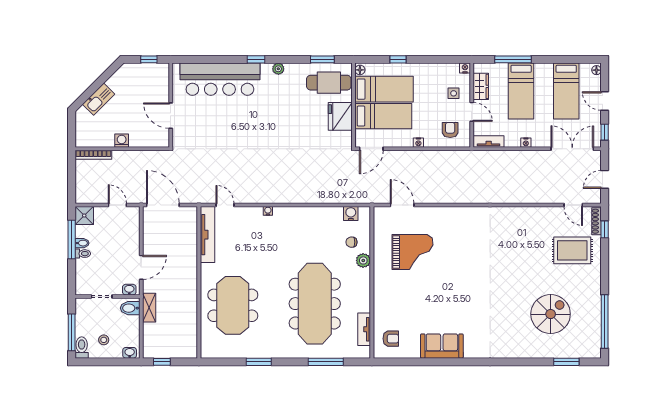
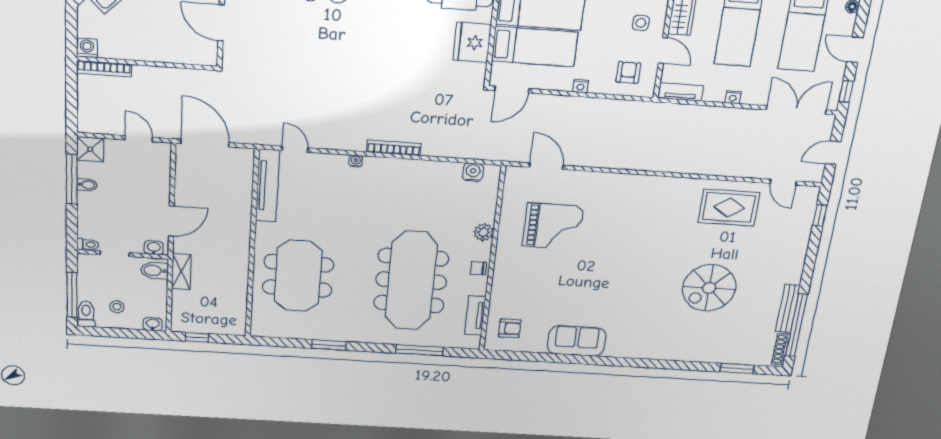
washing machine: (122, 141) -> (87, 48), moved
bookcase: (294, 199) -> (394, 148), added
shoe rack: (596, 221) -> (781, 349), moved
chair: (352, 242) -> (479, 268), moved
rug: (572, 250) -> (729, 208), moved
toilet: (83, 254) -> (88, 245), moved
bench: (595, 308) -> (788, 309), added
spiral stairs: (551, 314) -> (709, 288), moved, turned 180

